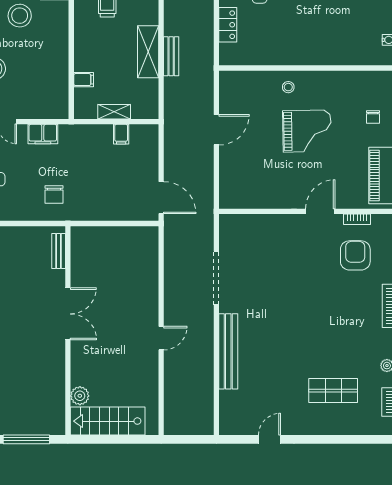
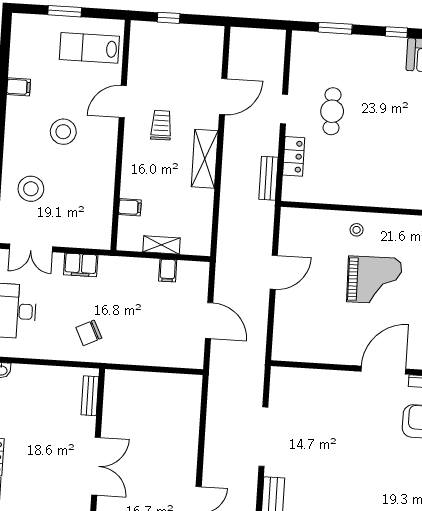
shelving: (148, 52) -> (205, 159), moved
bench: (171, 56) -> (268, 178), moved
chair: (54, 195) -> (89, 333), turned 64
door: (161, 198) -> (209, 321), moved
door: (320, 211) -> (383, 370), width x1.36

